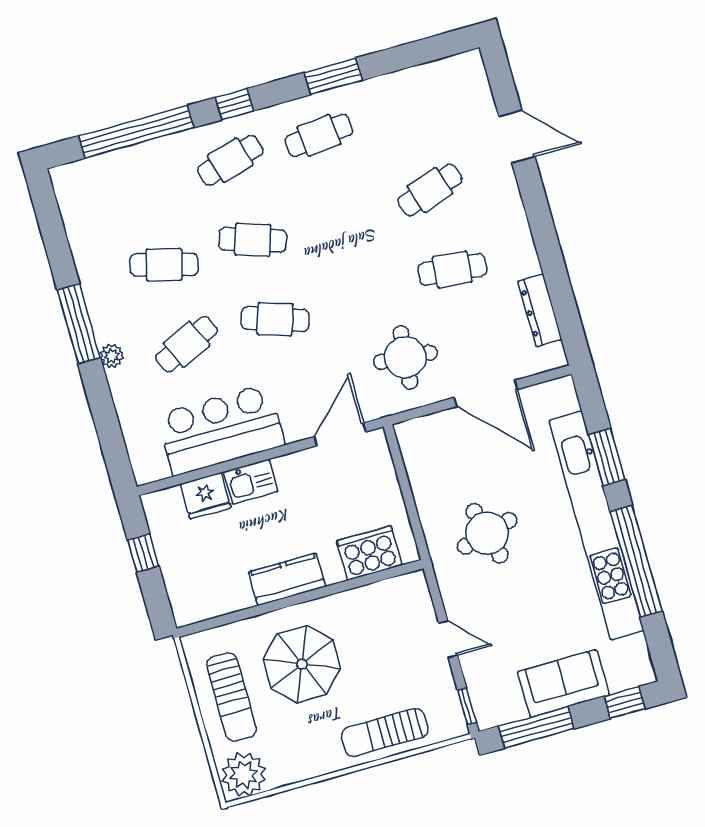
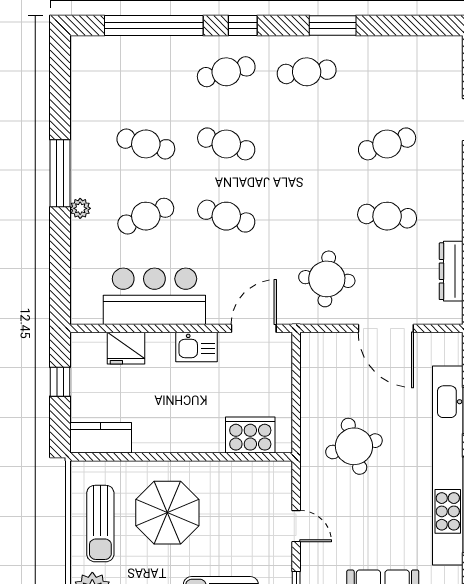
kitchen sink: (251, 482) -> (196, 347), moved
kitchen counter: (287, 579) -> (101, 438), moved

